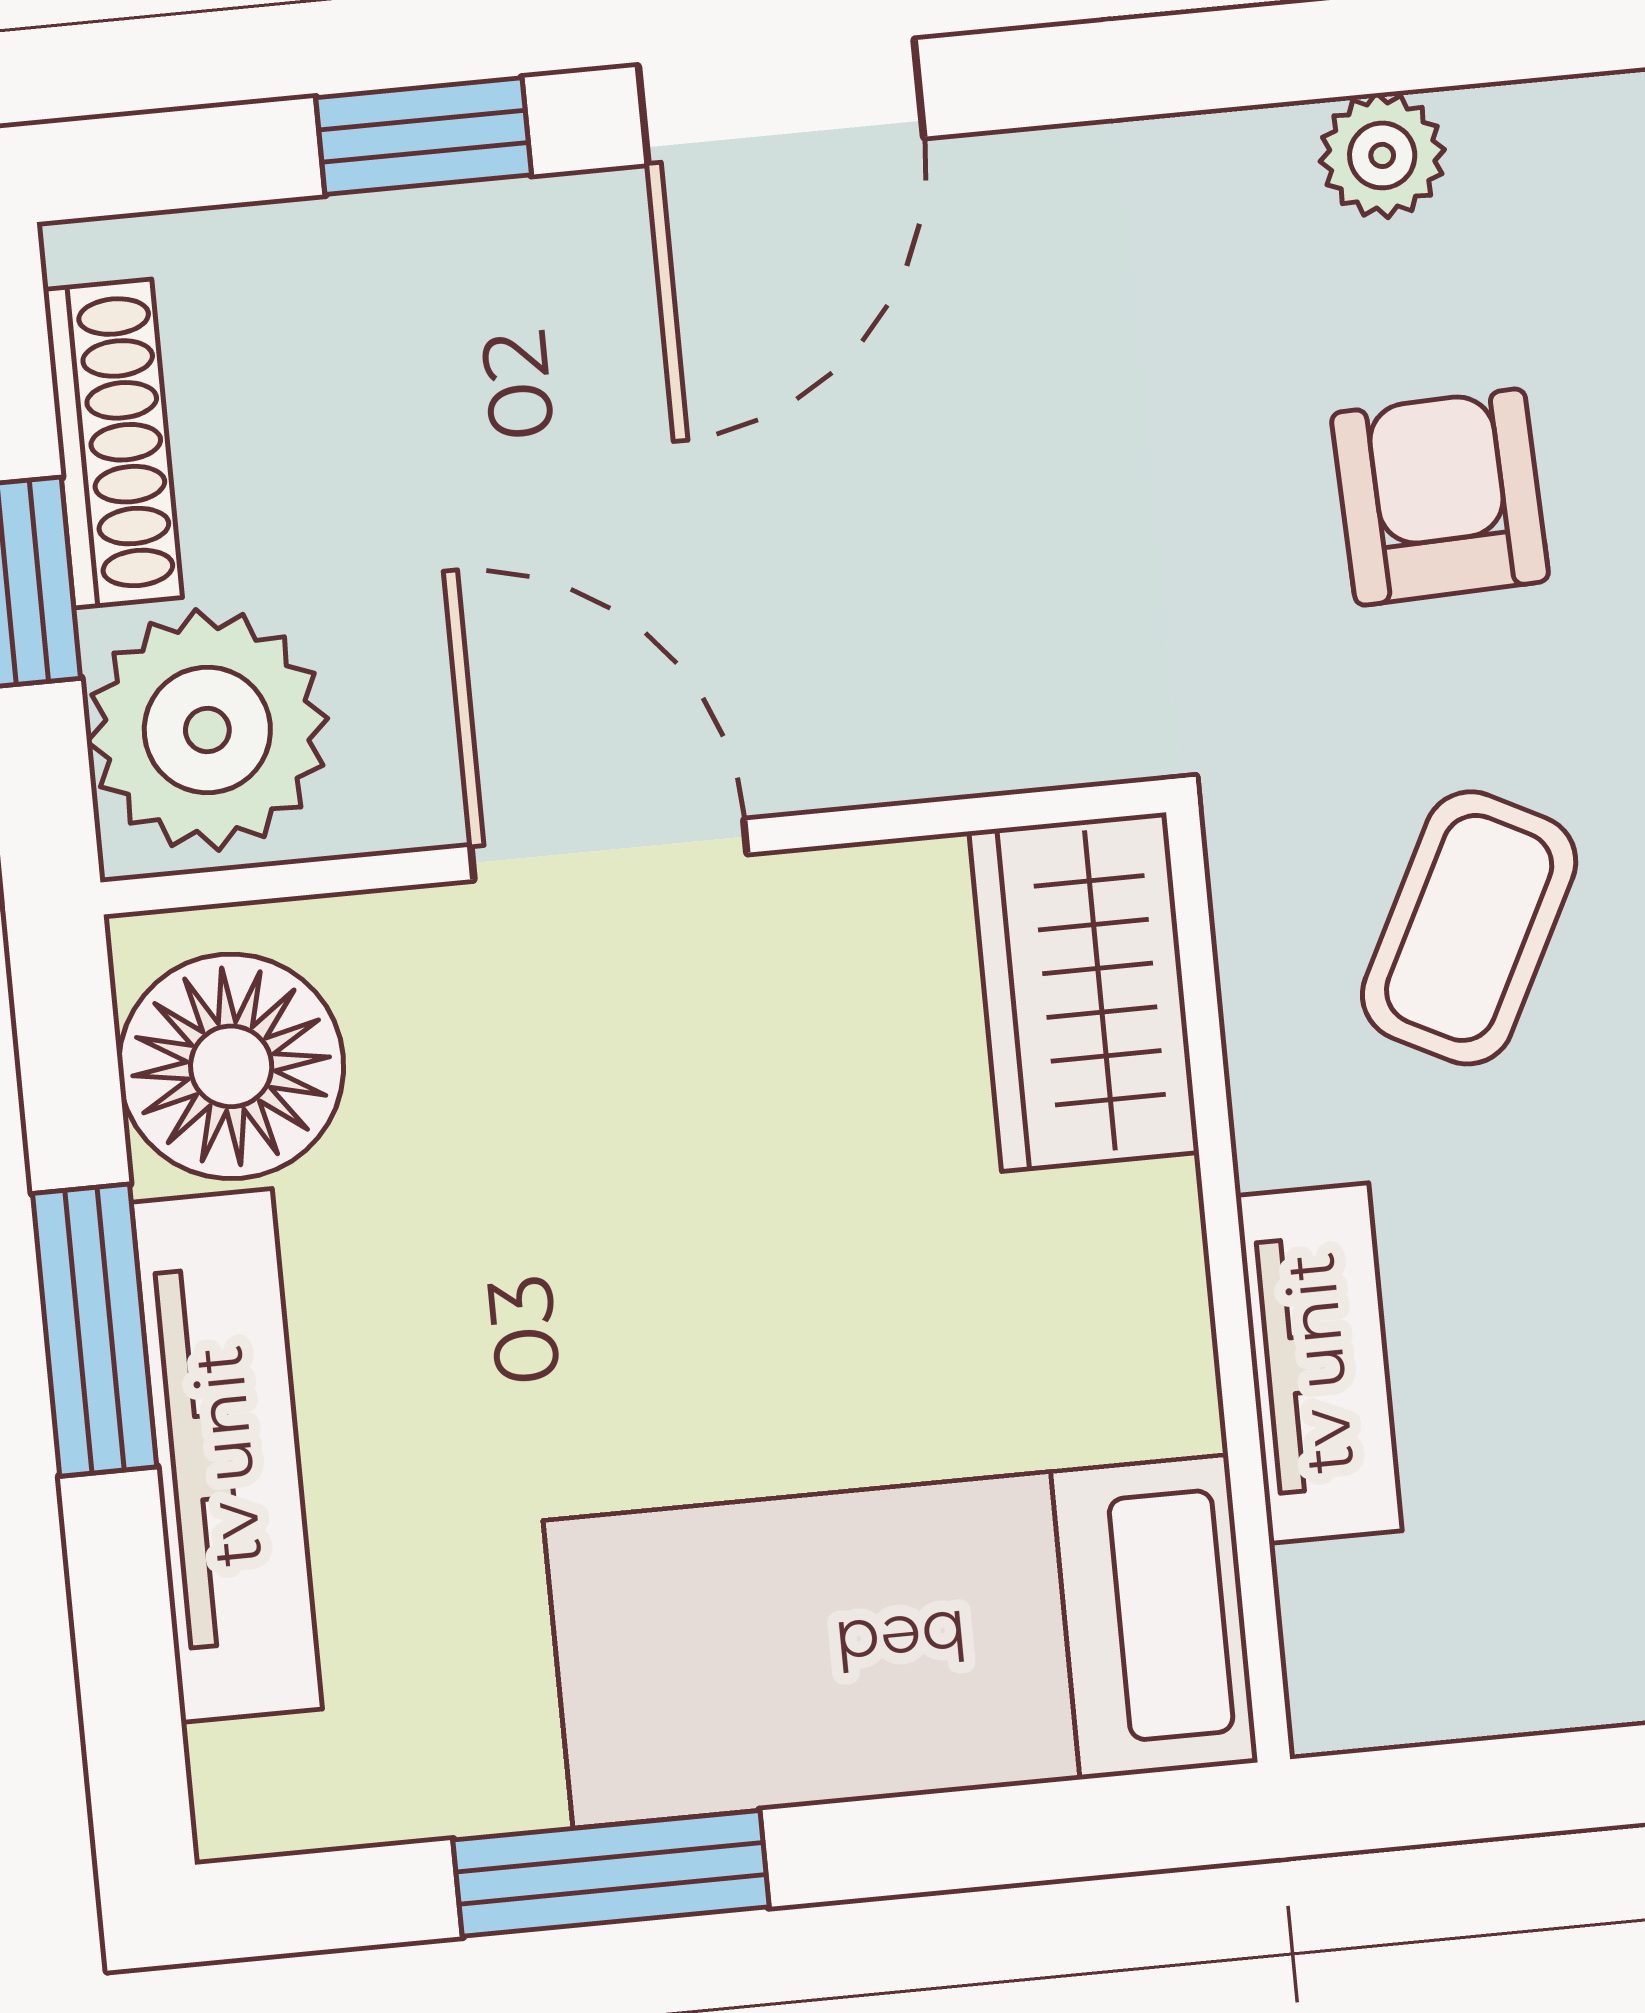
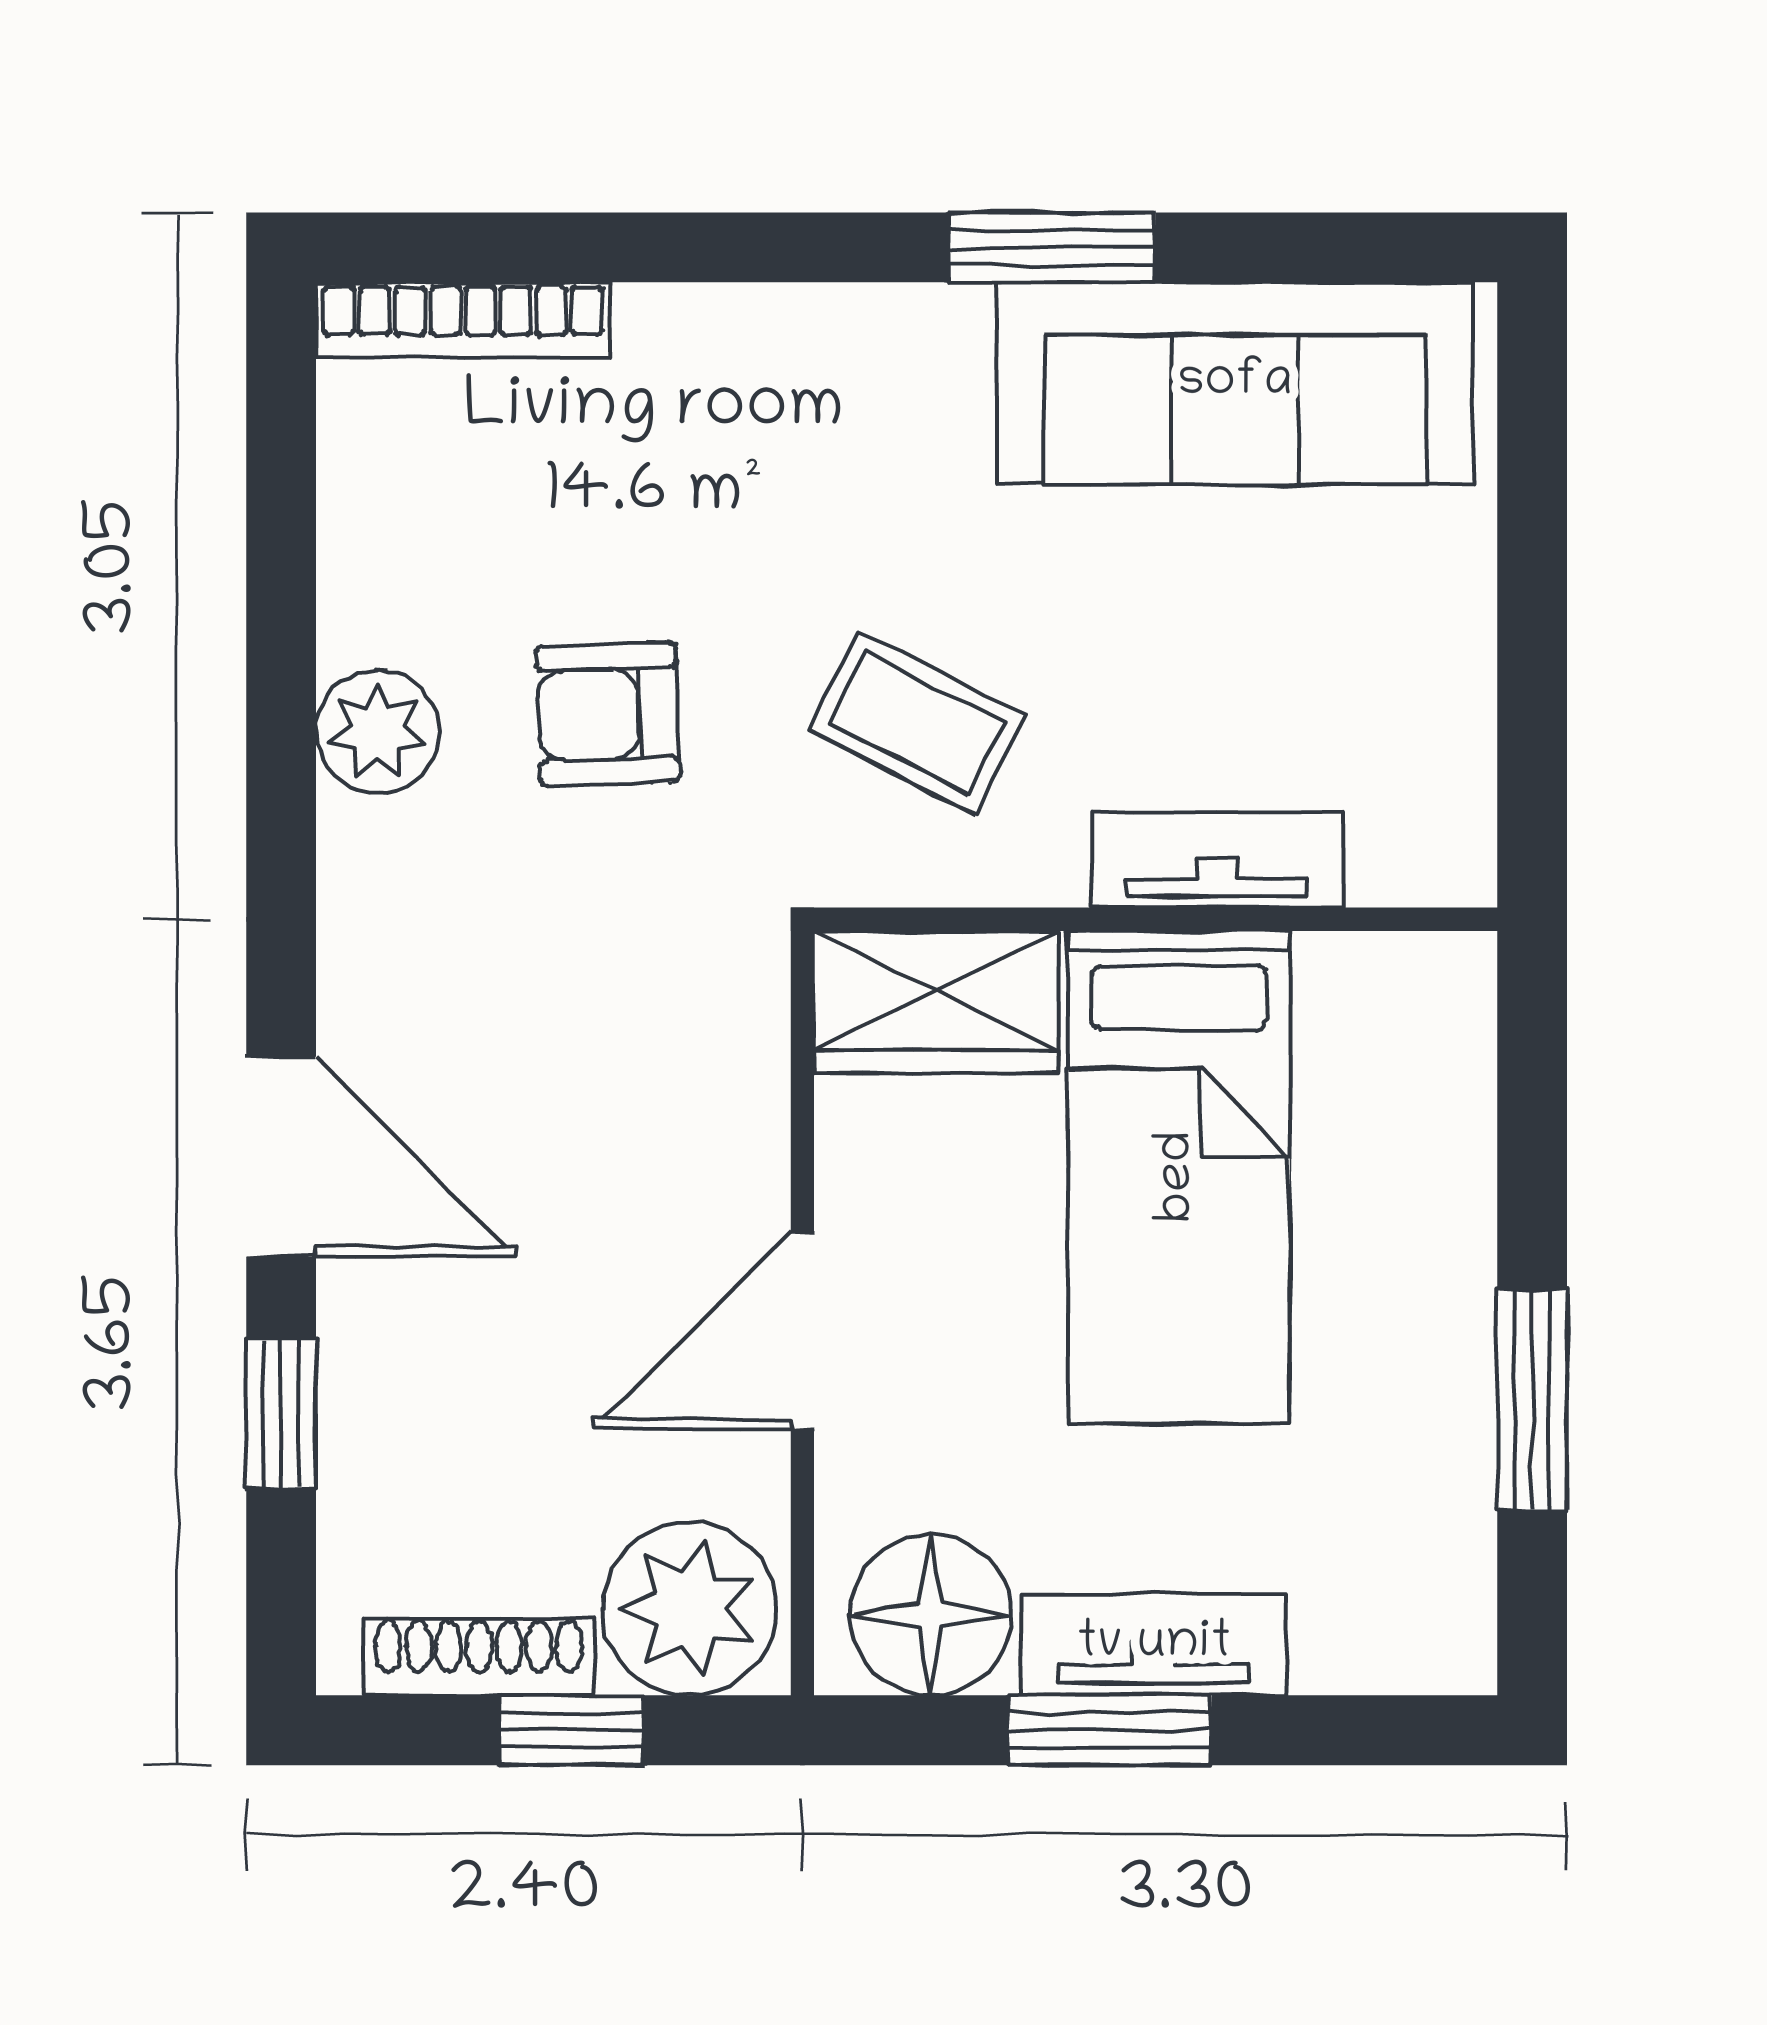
plant: (1382, 155) -> (377, 732), width x1.38, depth x1.38
tv unit: (227, 1456) -> (1154, 1645), width x0.71
bed: (901, 1641) -> (1179, 1177), moved

